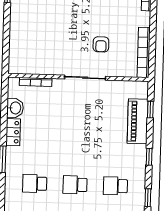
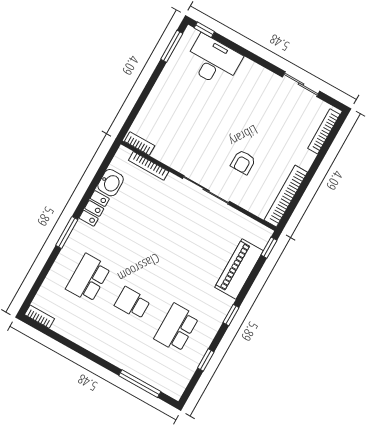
bookcase: (21, 70) -> (140, 144), added
window: (150, 110) -> (269, 248), moved
school desk: (35, 184) -> (88, 278), width x1.85
school desk: (115, 186) -> (177, 328), width x1.85

